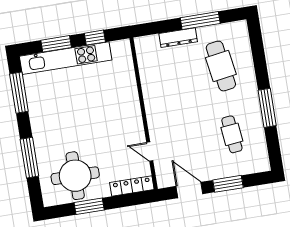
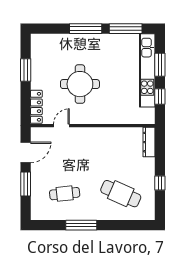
window: (200, 21) -> (160, 183), width x0.46
dresser: (178, 38) -> (149, 142), moved
cafe table: (221, 66) -> (121, 194), turned 33
window: (29, 158) -> (86, 29), moved
round table: (75, 176) -> (80, 84), moved

